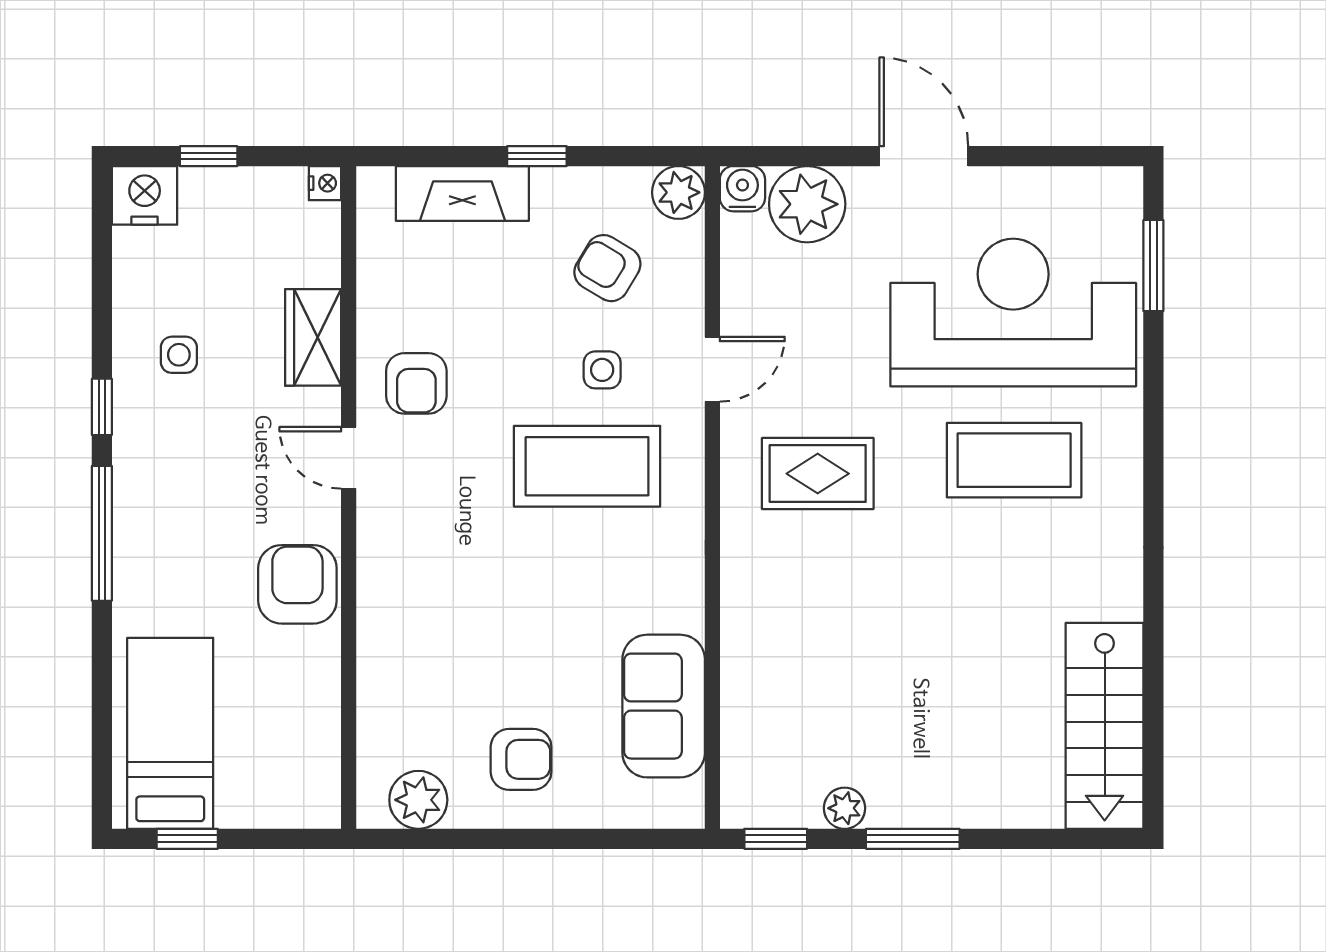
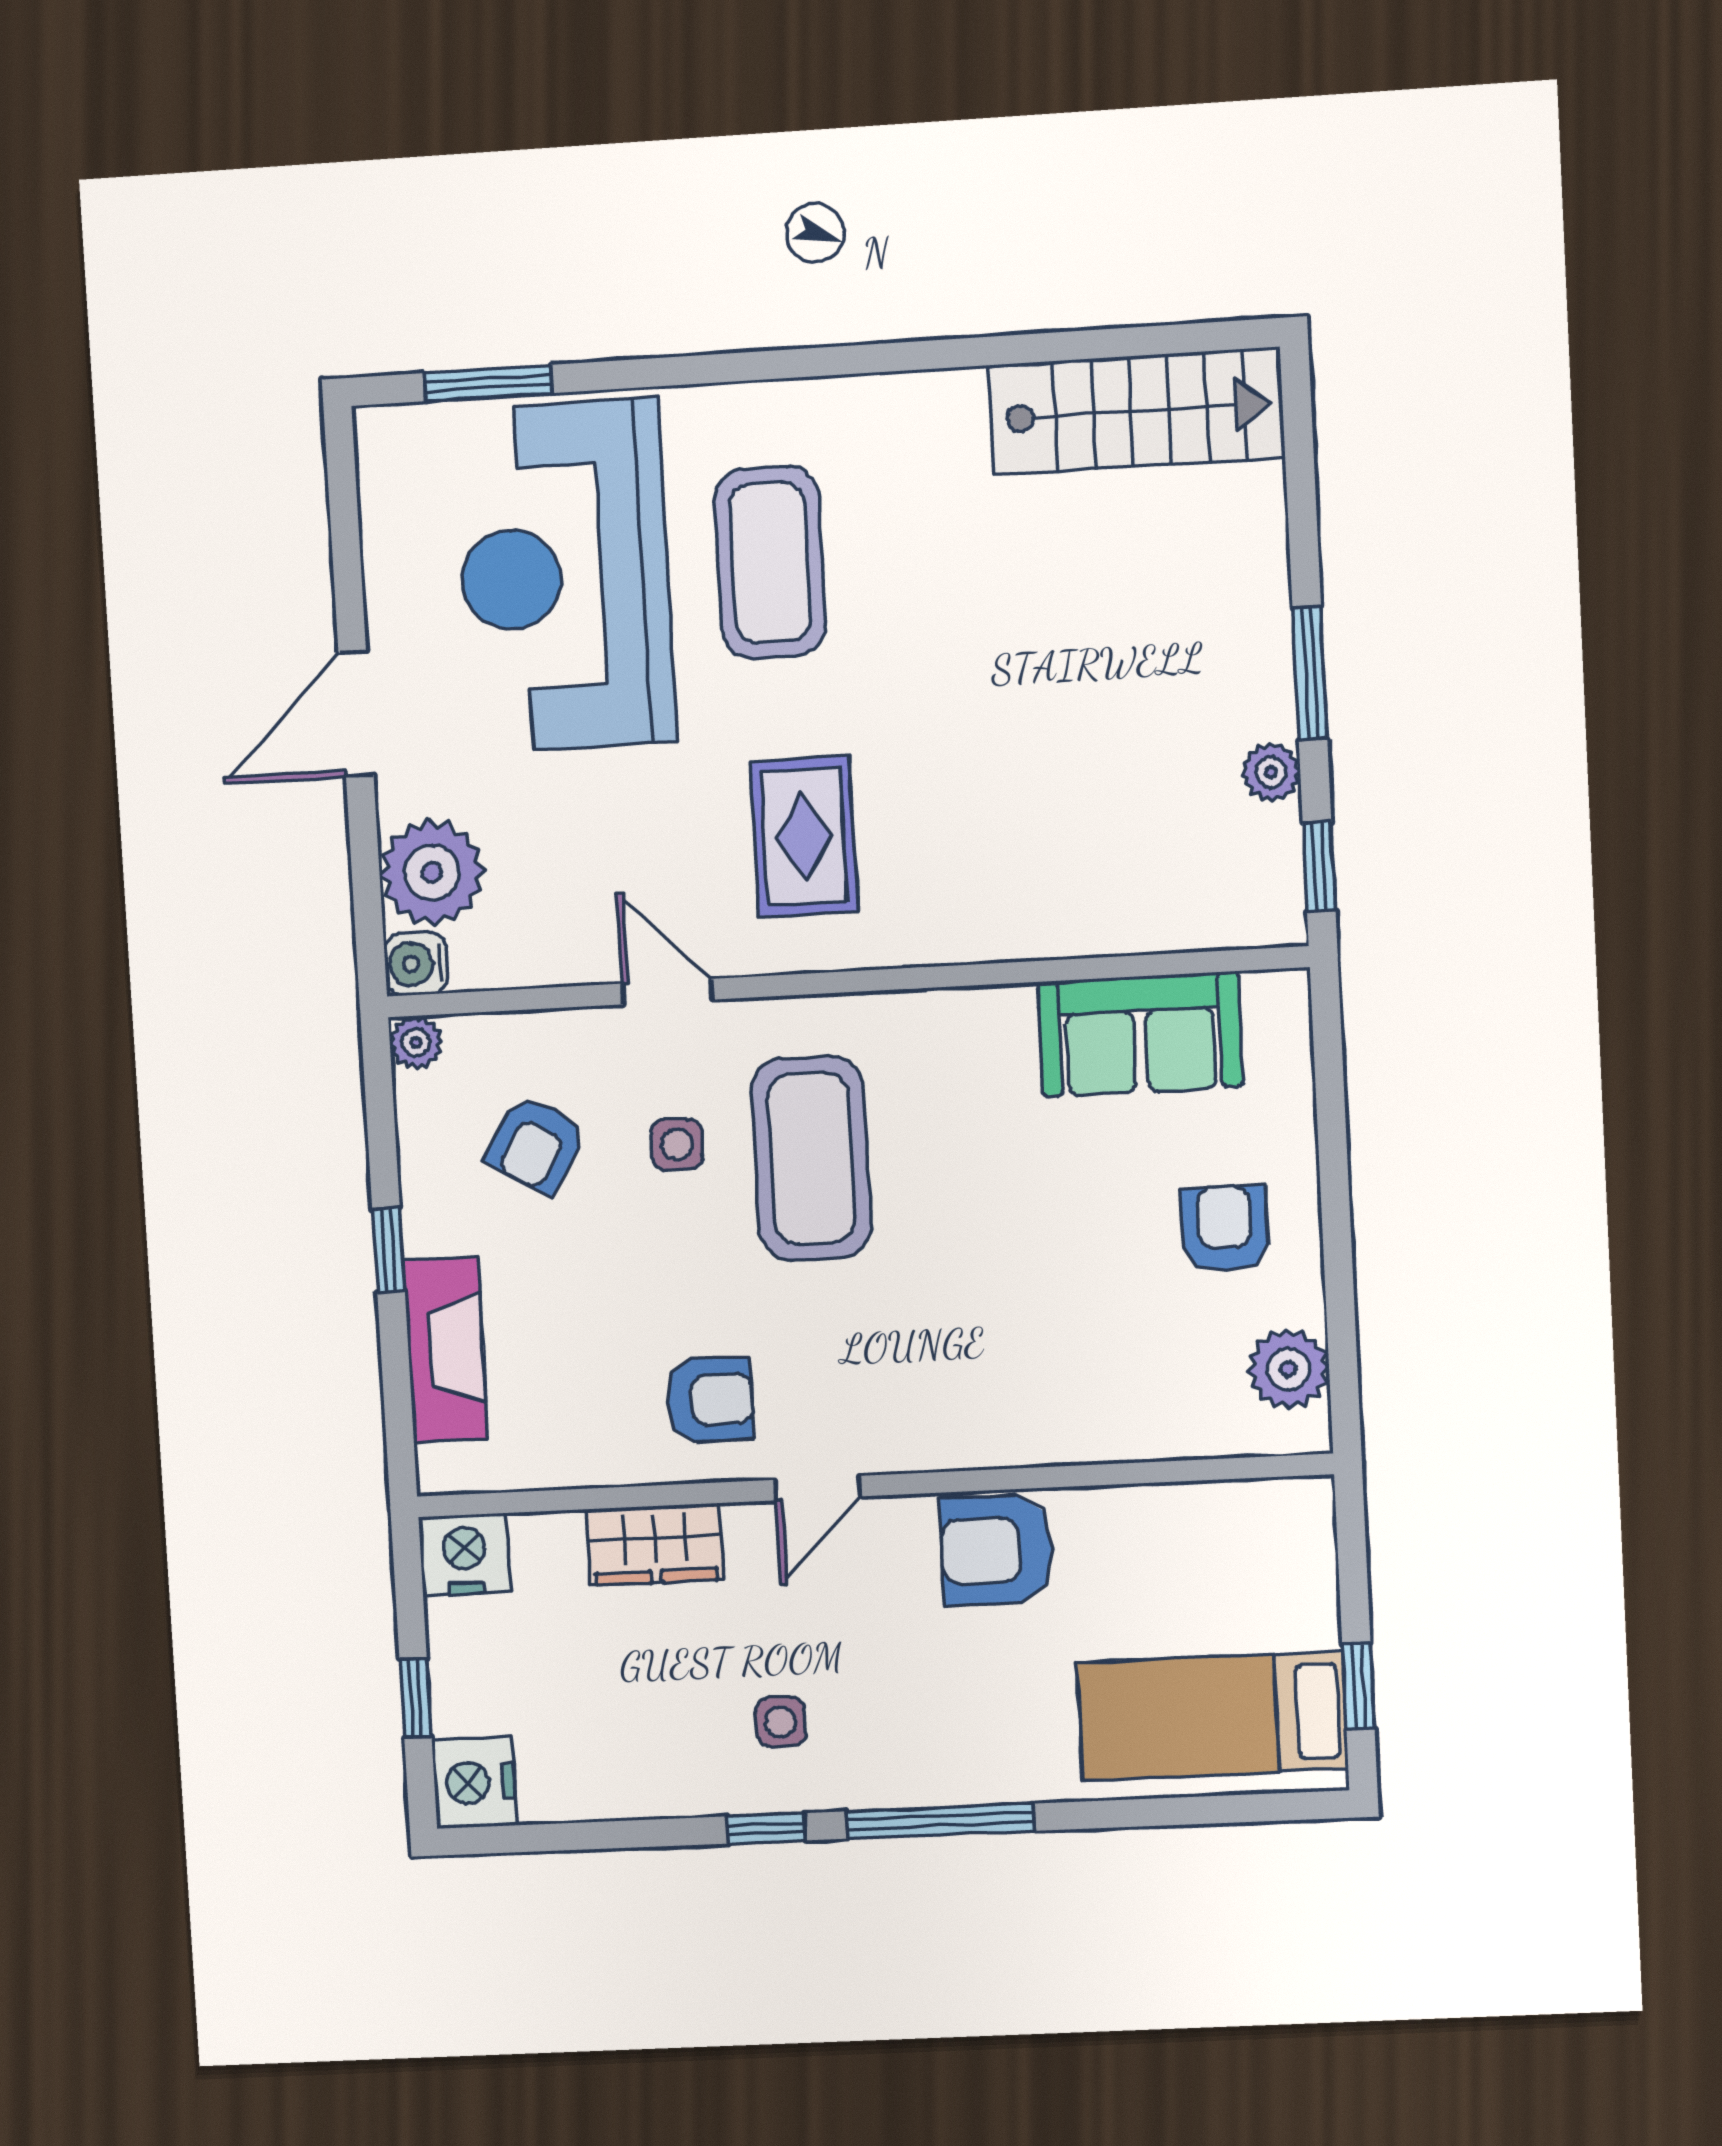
nightstand: (325, 183) -> (465, 1554), width x1.89, depth x1.79
plant: (678, 192) -> (416, 1042), width x0.73, depth x0.73
side table: (179, 355) -> (781, 1722), moved

